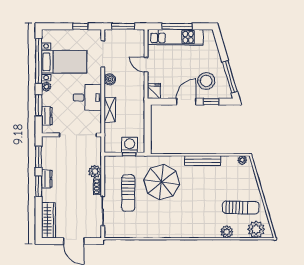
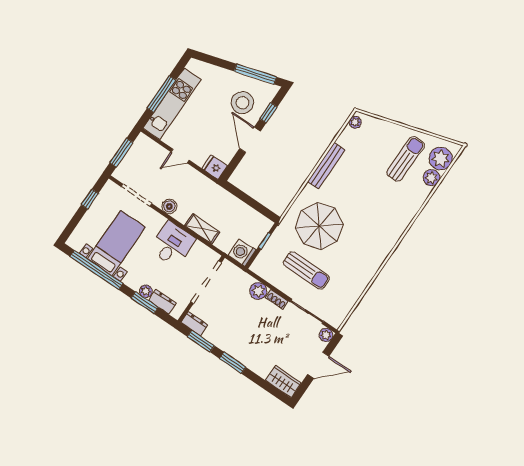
plant: (46, 87) -> (146, 291), moved
washing machine: (130, 145) -> (242, 253), moved
dresser: (47, 179) -> (194, 324), moved
wardrobe: (49, 220) -> (283, 382), width x0.67
plant: (227, 232) -> (431, 178), moved
plant: (96, 233) -> (326, 335), added

